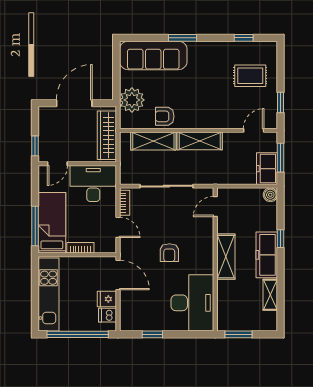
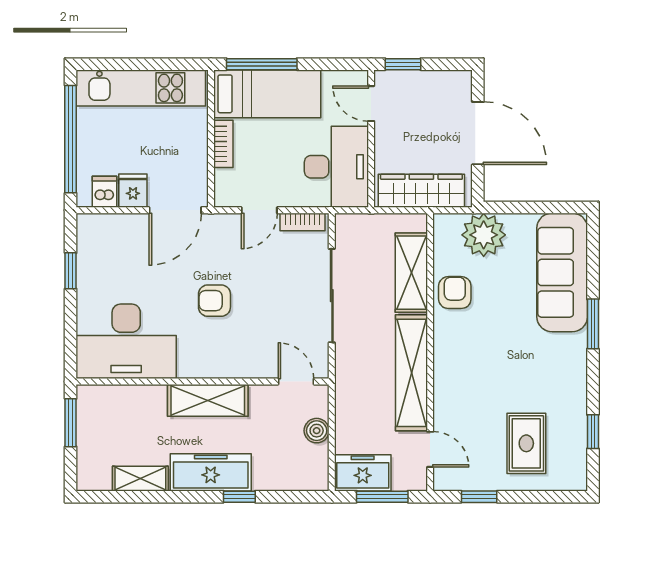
shelving: (200, 141) -> (411, 373), width x1.47
boiler: (270, 195) -> (317, 431), moved

